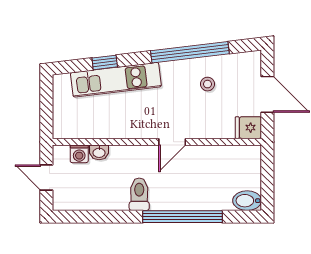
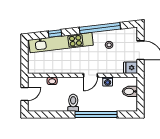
kitchen unit: (116, 80) -> (61, 43), width x1.36
washing machine: (79, 154) -> (108, 82), moved
door: (46, 177) -> (25, 94), swing flipped
bidet: (247, 201) -> (130, 91), moved

